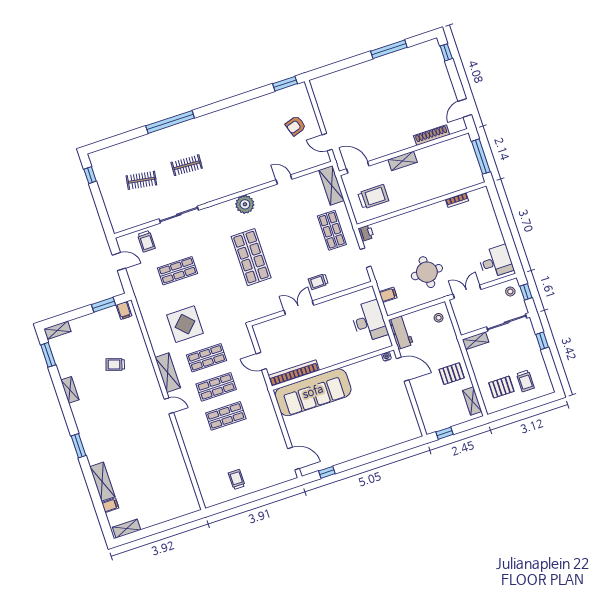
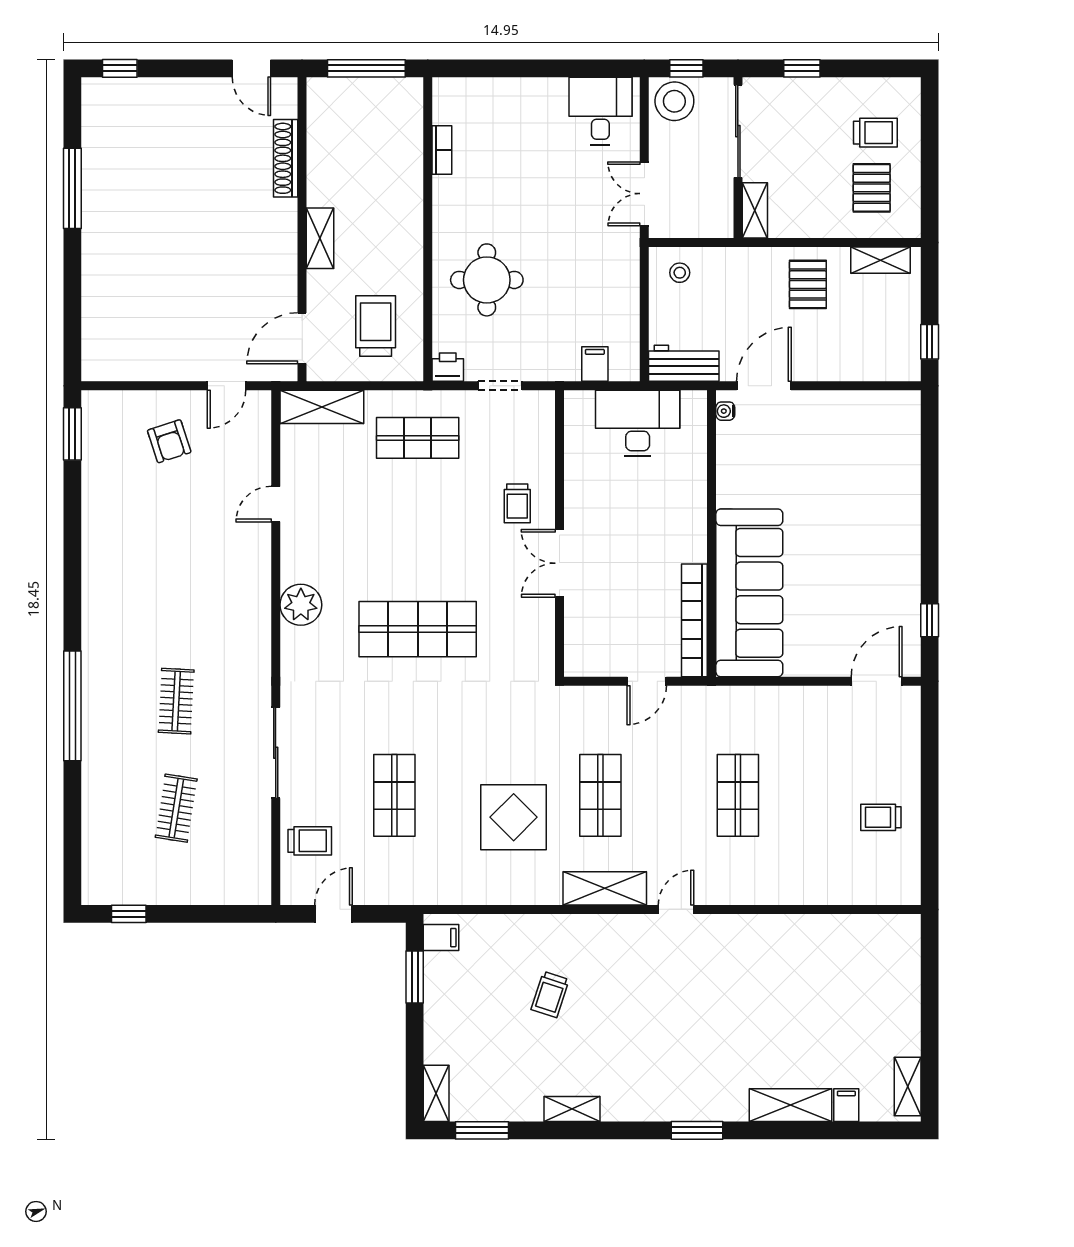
round table: (427, 272) -> (487, 280), moved
stool: (510, 291) -> (674, 101), width x1.89, depth x1.89
shop shelf: (216, 387) -> (669, 795), removed

